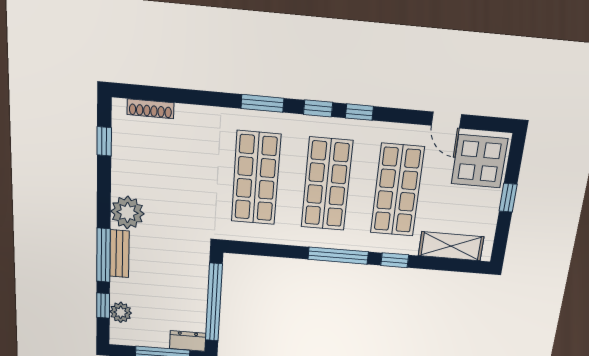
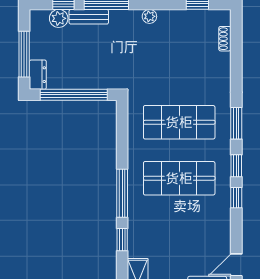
shoe rack: (150, 109) -> (225, 39), width x0.70
shop shelf: (397, 190) -> (179, 234), removed
plant: (127, 212) -> (149, 16), width x0.53, depth x0.53
bench: (119, 254) -> (89, 17), moved

